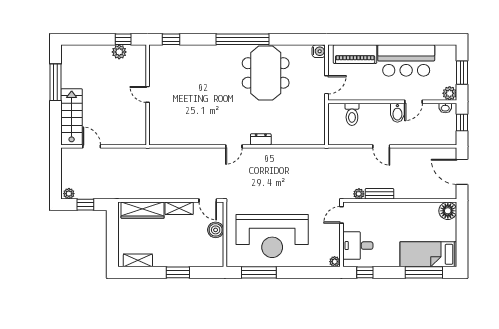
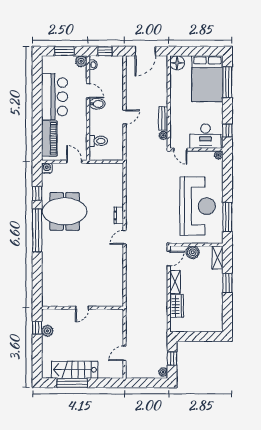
window: (171, 39) -> (37, 193), moved
stairs: (72, 117) -> (75, 370), moved
door: (234, 146) -> (124, 237), swing flipped
wardrobe: (143, 210) -> (177, 306), width x0.67
desk: (358, 246) -> (205, 136), width x1.37
bed: (428, 254) -> (207, 79), width x1.50
shelving: (138, 260) -> (218, 258), moved

